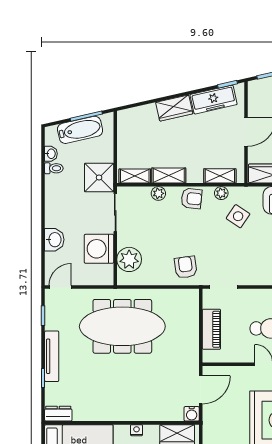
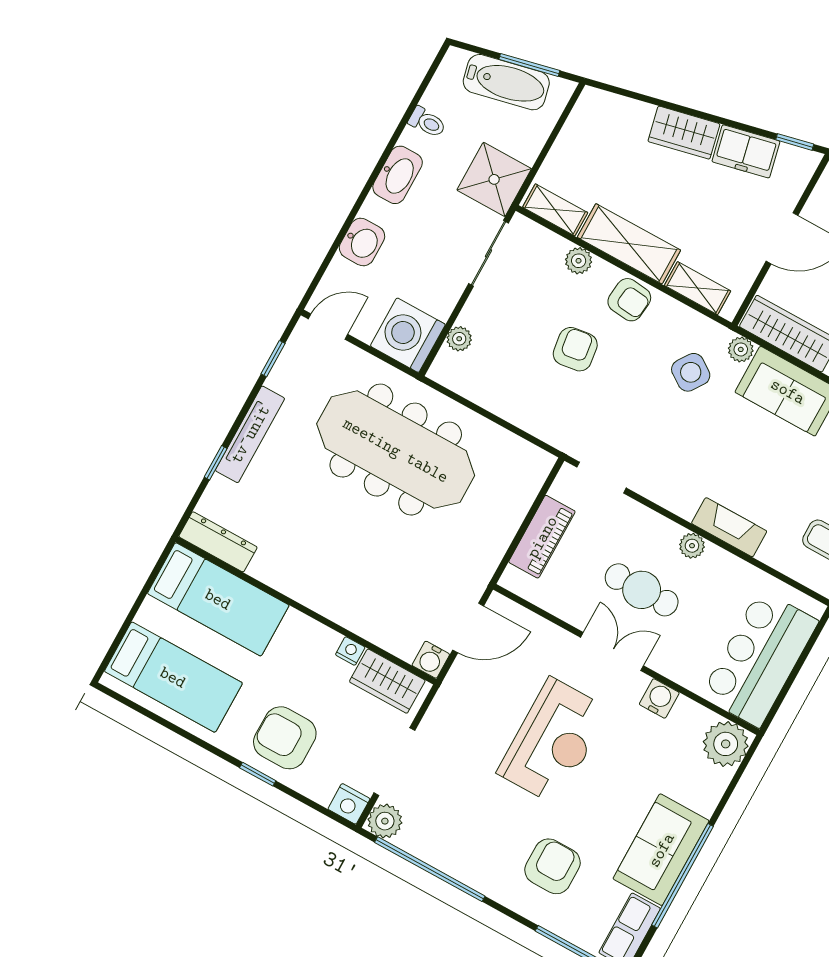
freezer: (214, 100) -> (746, 151), width x0.71
washbasin: (51, 154) -> (398, 175), moved, width x1.91, depth x1.45
shelving: (169, 175) -> (629, 244), width x1.50, depth x1.33
plant: (221, 193) -> (741, 349), moved
washing machine: (99, 249) -> (408, 335), moved
plant: (129, 259) -> (459, 339), width x0.53, depth x0.53
armchair: (186, 267) -> (575, 349), moved
dresser: (58, 414) -> (218, 542), width x1.44
nightstand: (137, 430) -> (350, 651), moved

